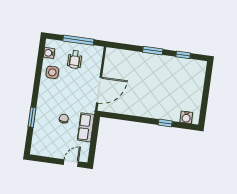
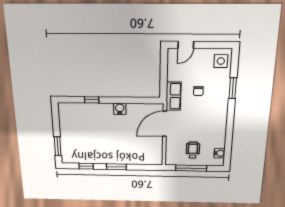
side table: (52, 72) -> (221, 61), moved
window: (208, 80) -> (58, 146), added
water cooler: (186, 117) -> (120, 109), moved
row of seats: (86, 127) -> (173, 96), moved

